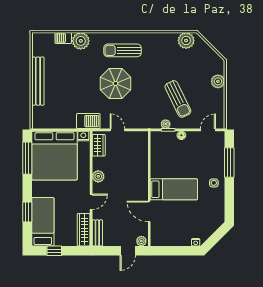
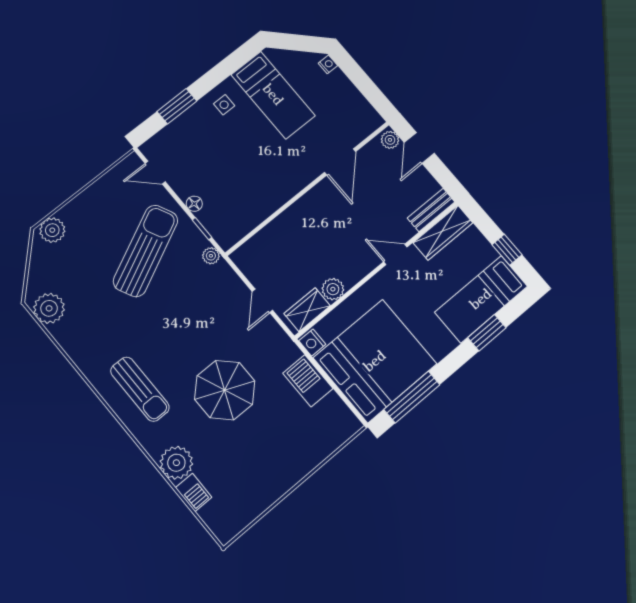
bench: (38, 81) -> (288, 476), removed
plant: (218, 81) -> (52, 230), moved
parasol: (116, 83) -> (225, 390), moved
sun lounger: (178, 99) -> (146, 251), width x1.36, depth x1.34
barbecue: (88, 121) -> (308, 381), moved
plant: (166, 124) -> (211, 256), moved
window: (229, 162) -> (177, 106), width x0.69
plant: (98, 176) -> (333, 289), moved
bed: (174, 189) -> (273, 95), moved, turned 180
door: (128, 251) -> (419, 148), swing flipped

